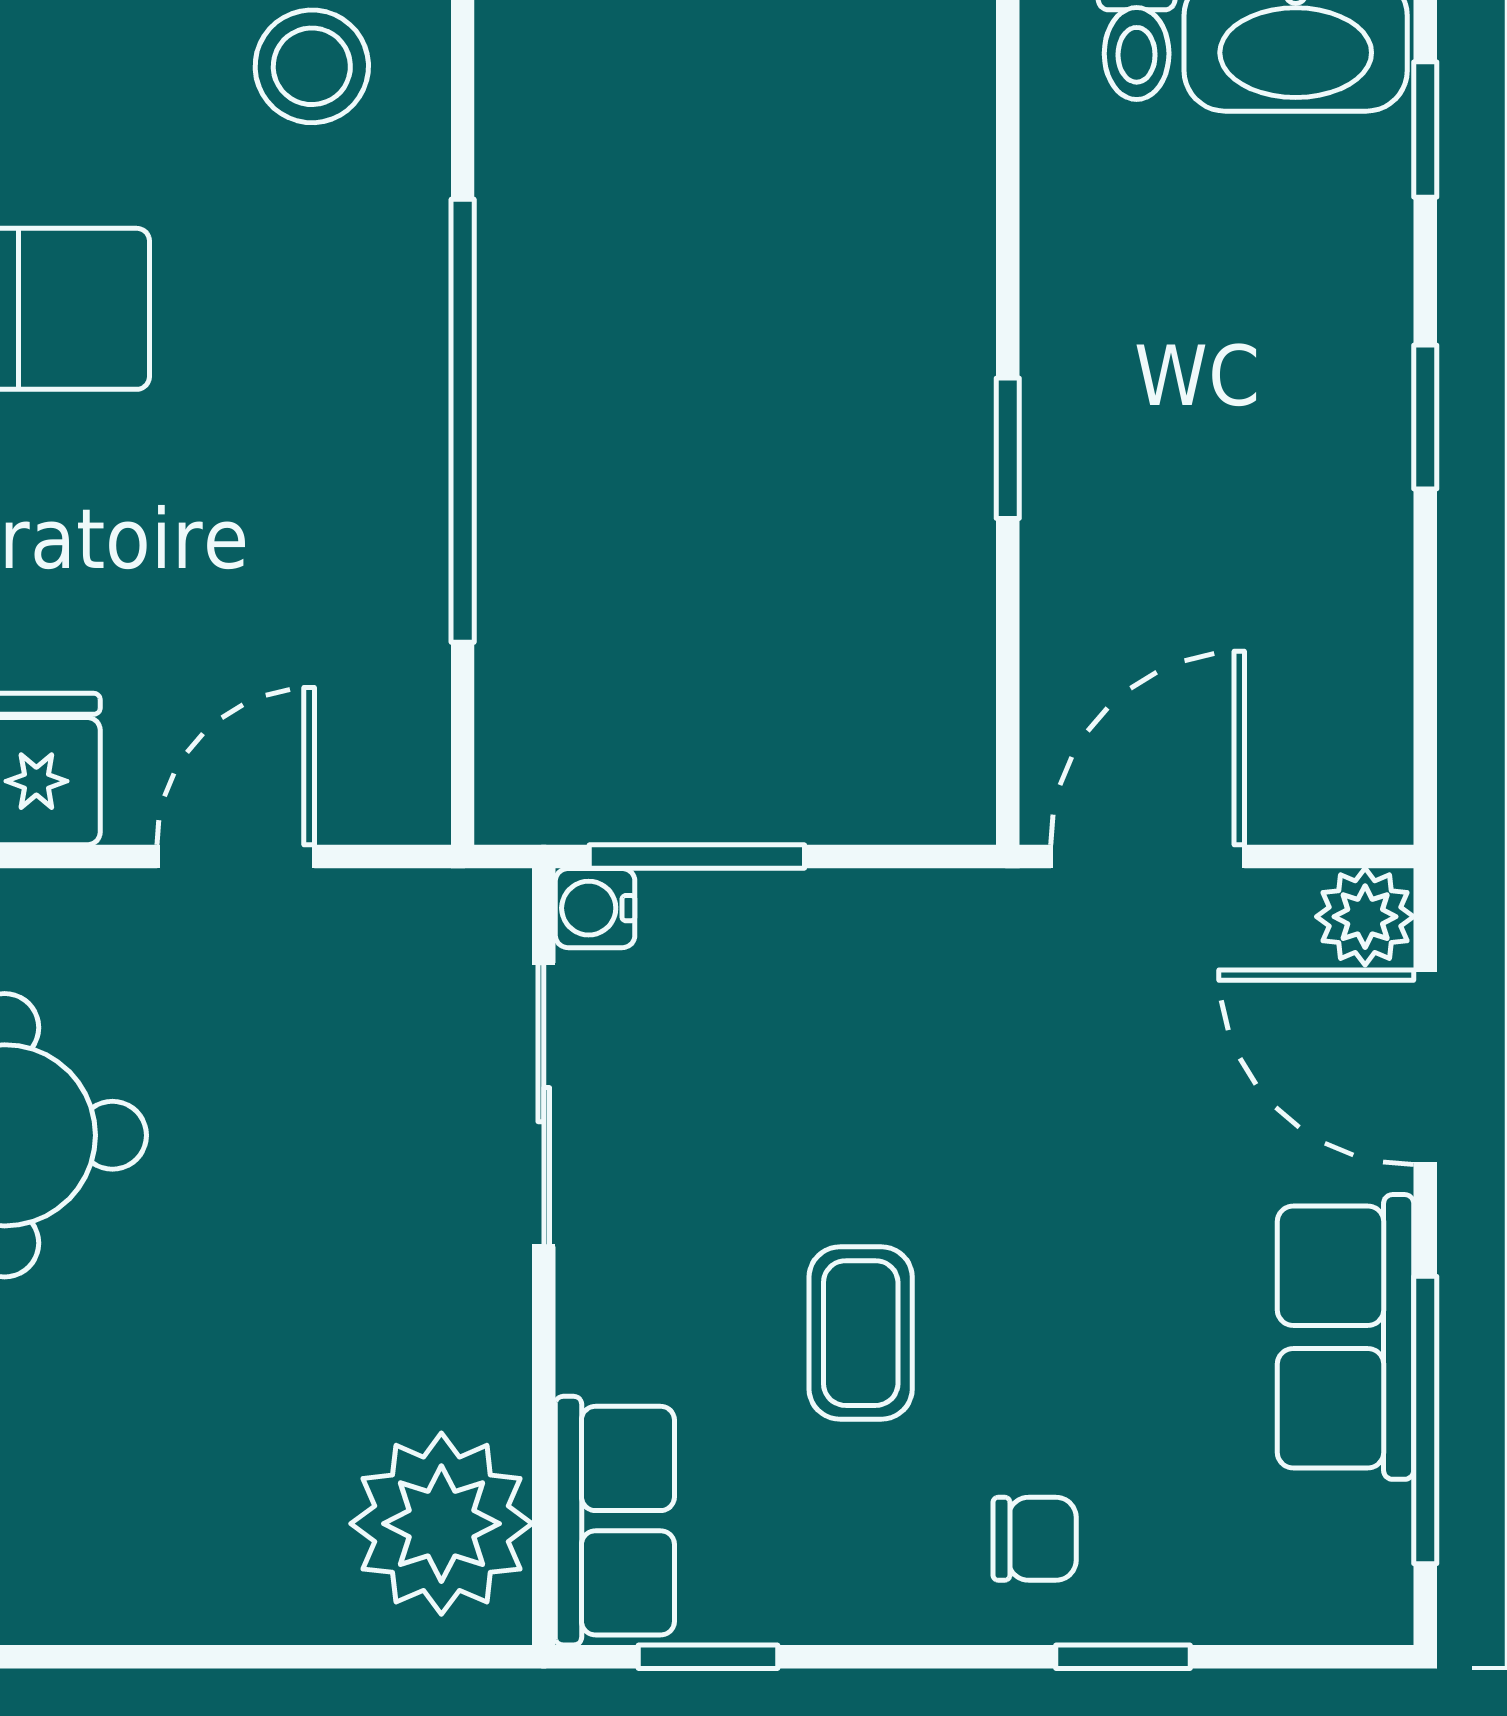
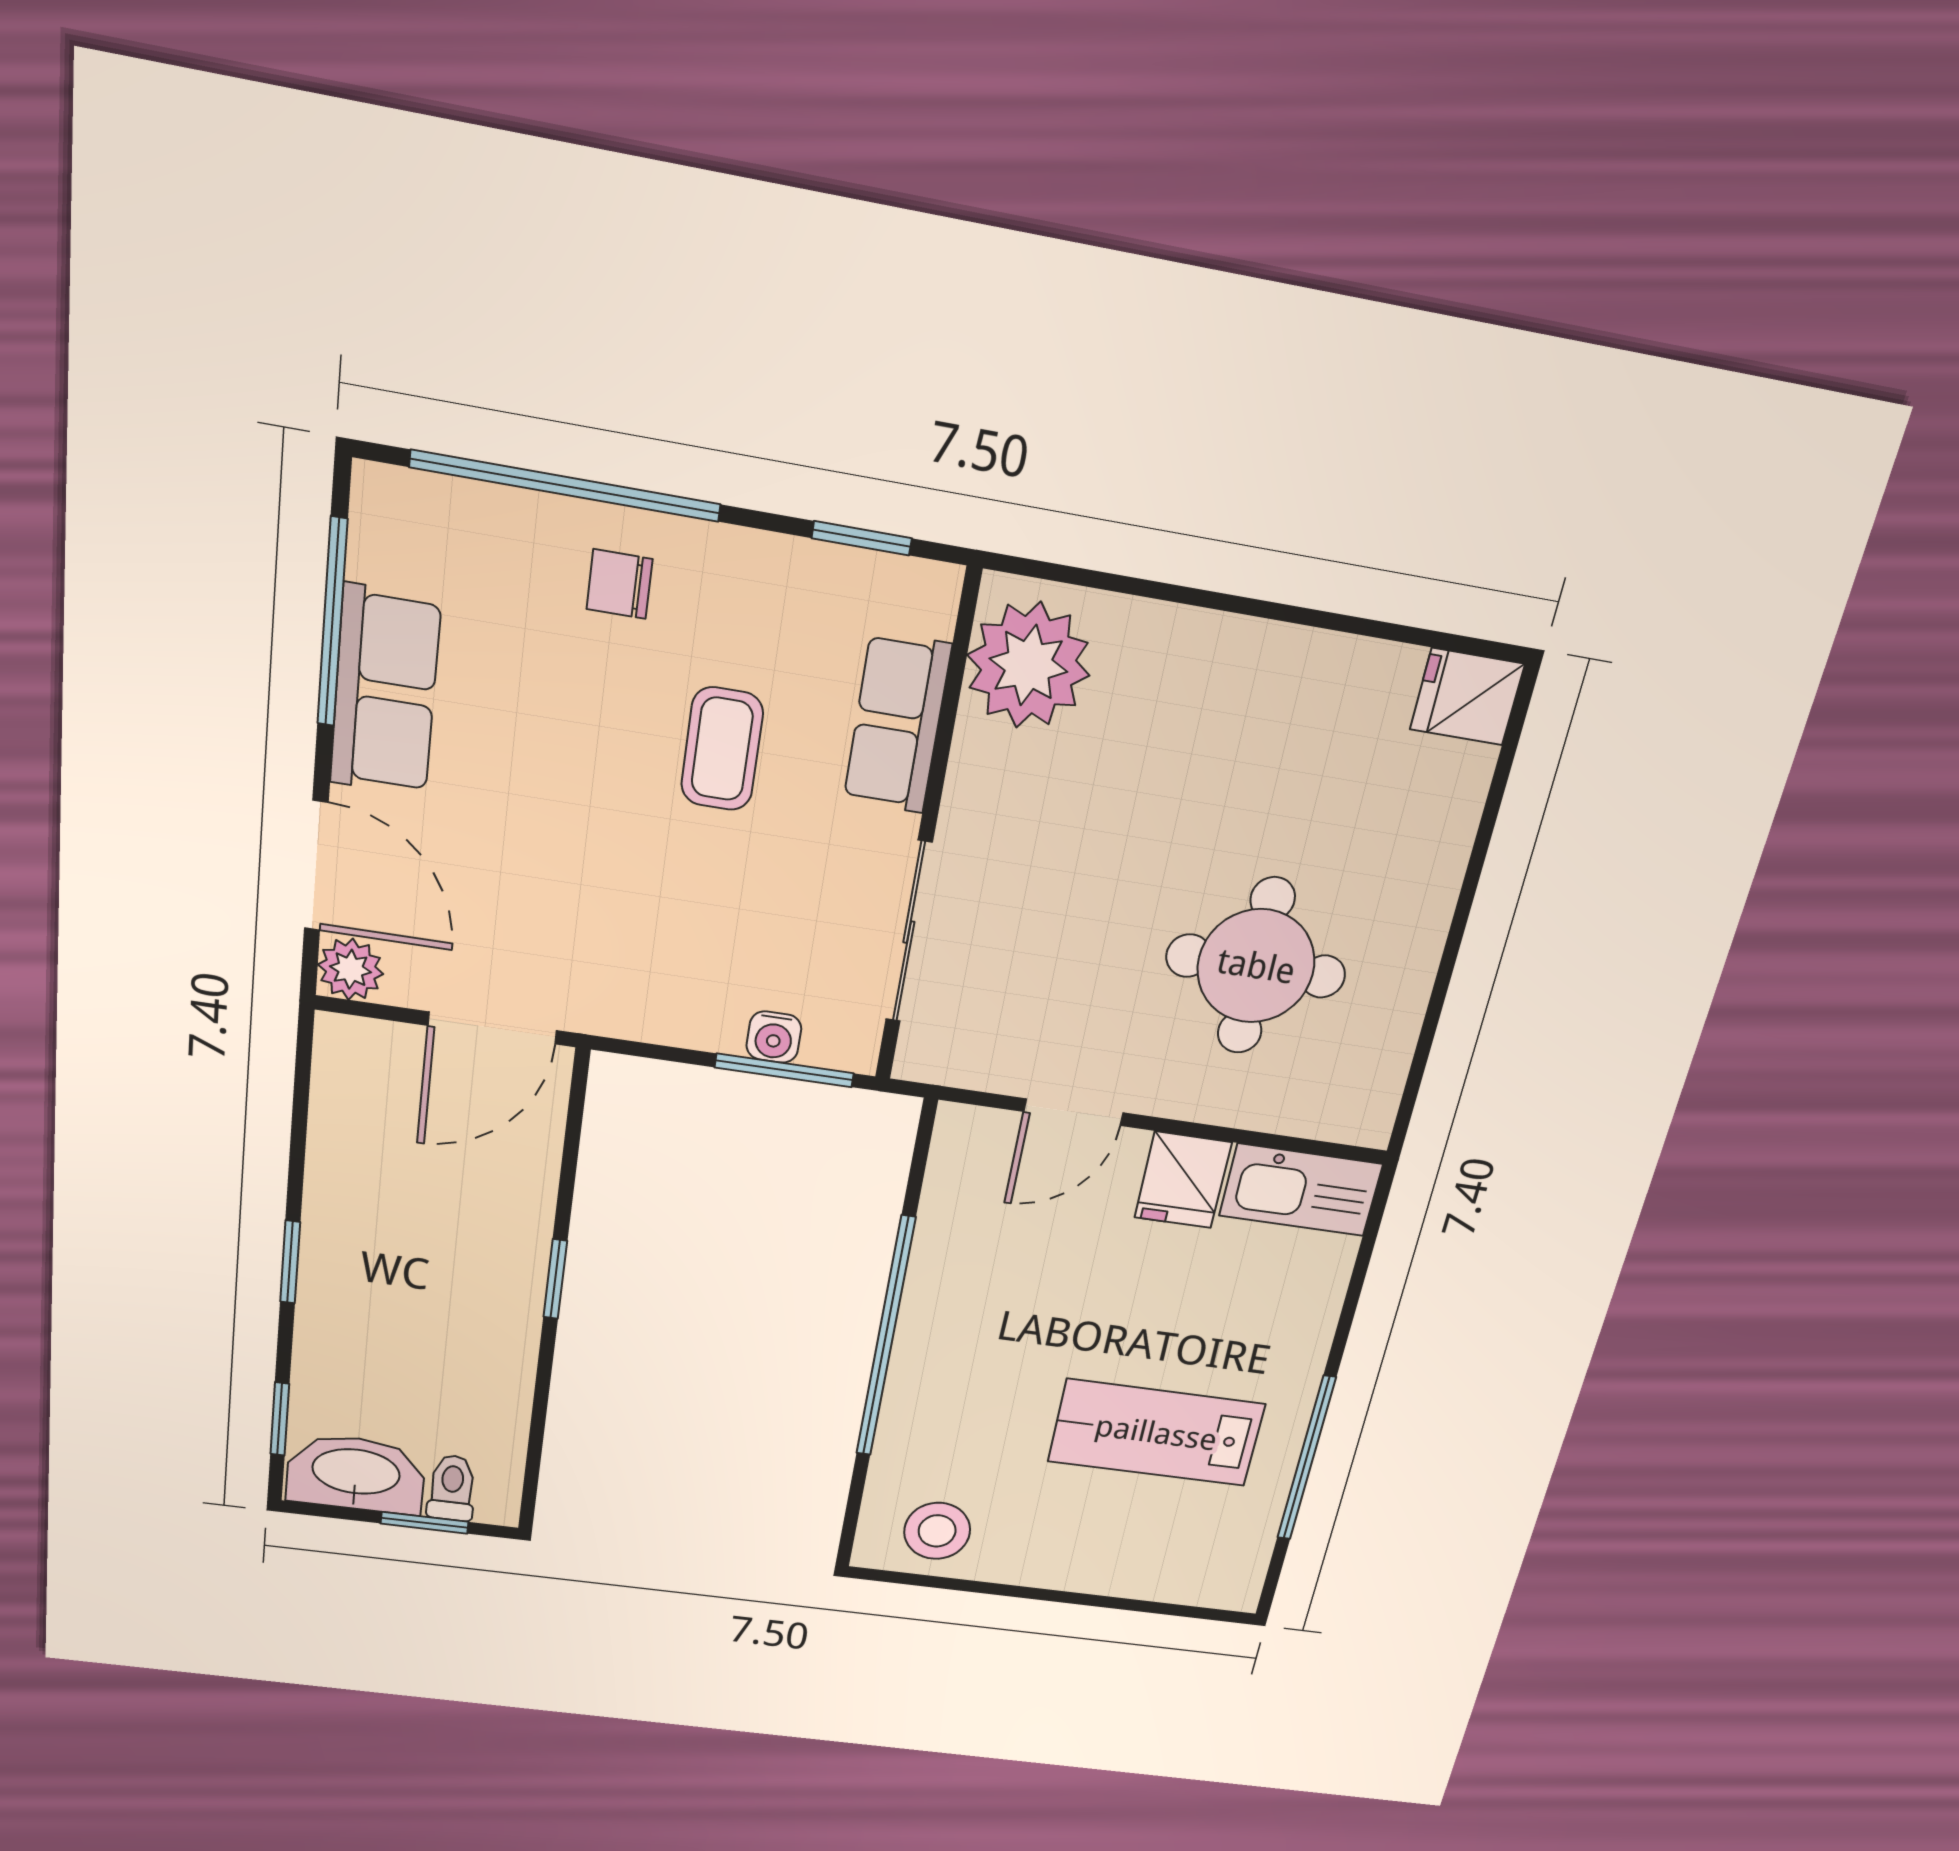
water cooler: (595, 908) -> (774, 1037), moved, turned 90
row of seats: (615, 1521) -> (897, 723), moved
window: (1123, 1657) -> (566, 486), width x3.17

